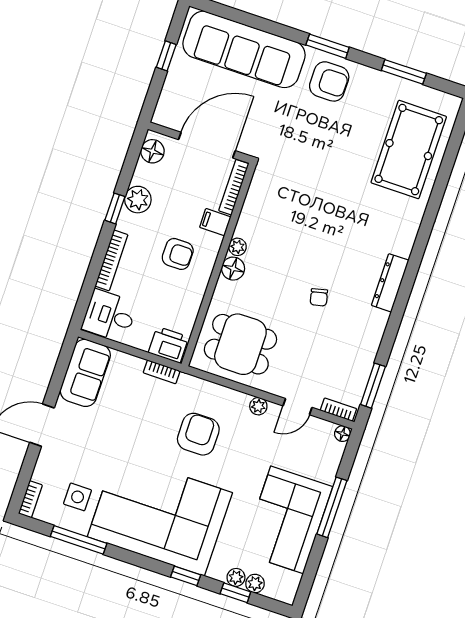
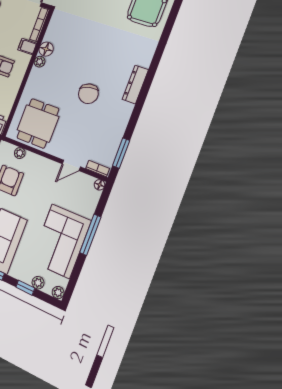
floor lamp: (233, 269) -> (46, 49), moved
chair: (319, 297) -> (88, 94), width x1.87, depth x1.87
dining table: (240, 344) -> (38, 123), turned 90
plant: (258, 406) -> (20, 153), moved
plant: (236, 577) -> (58, 293), moved

